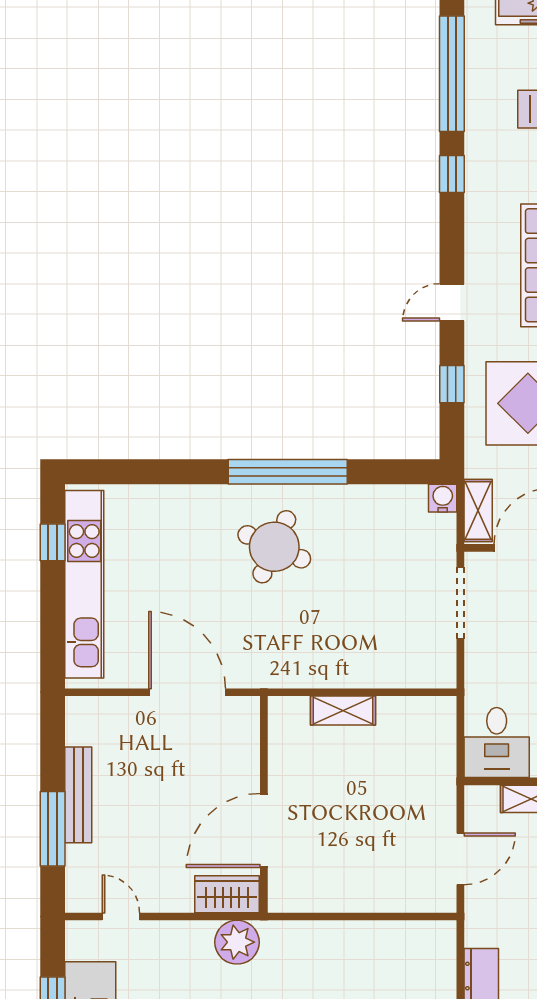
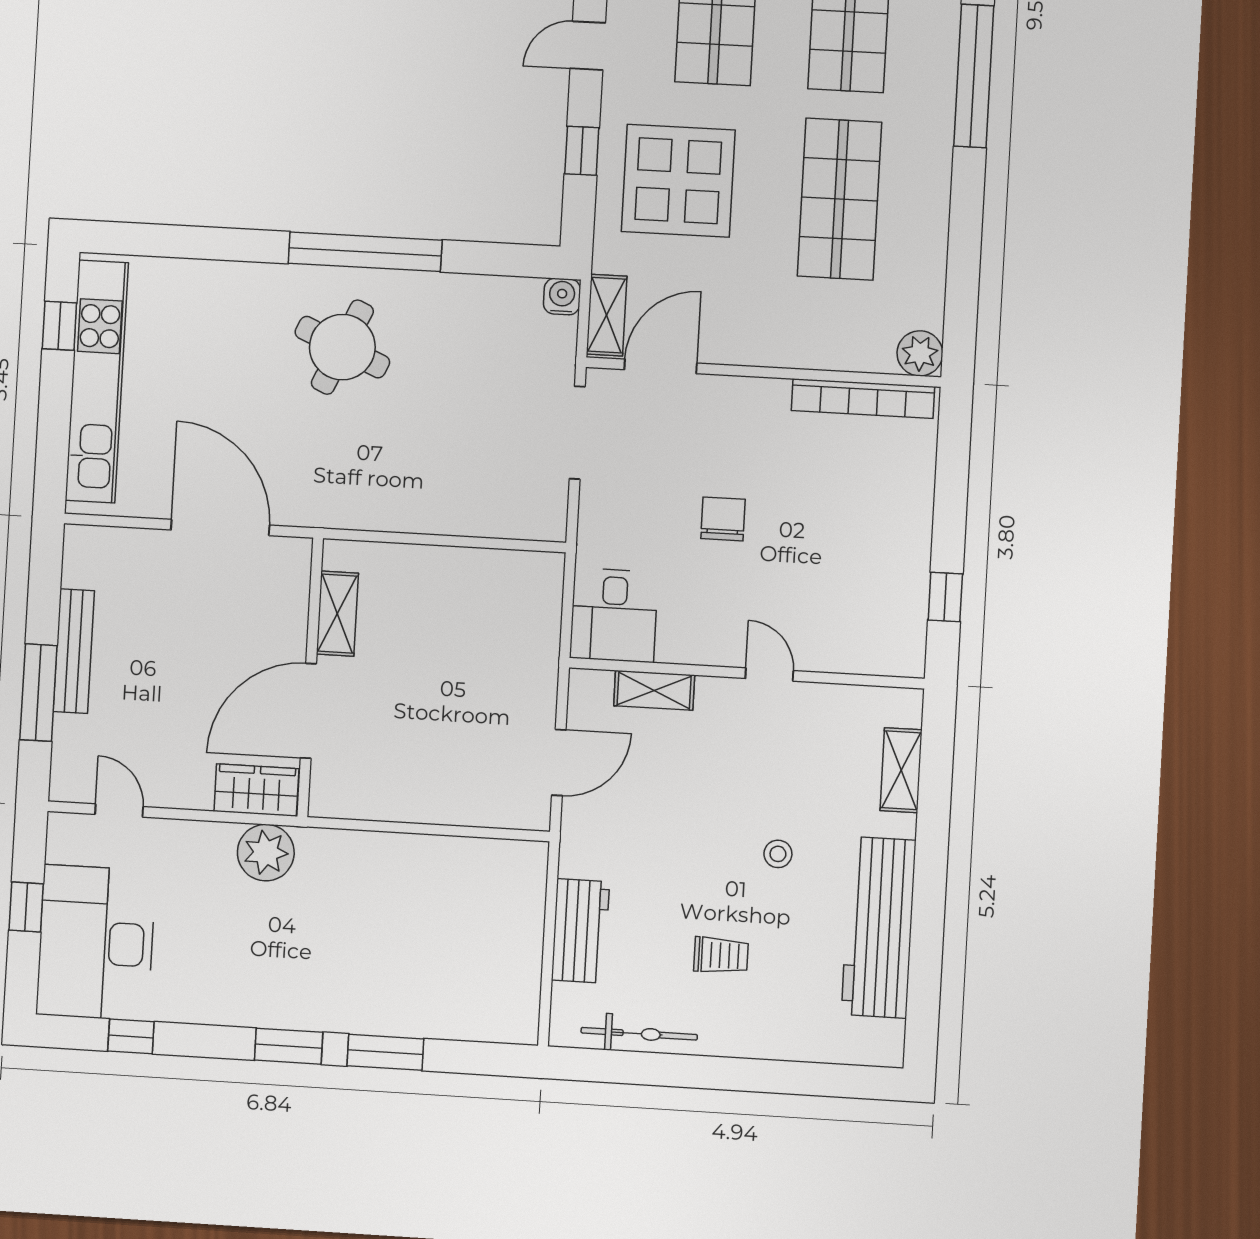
shelving: (343, 711) -> (337, 614), moved, turned 90

